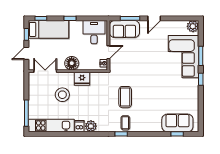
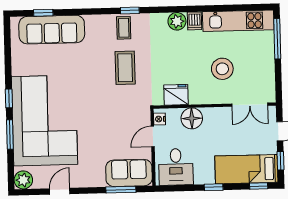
door: (154, 18) -> (60, 191), moved
corner sofa: (184, 57) -> (45, 120), width x1.36, depth x1.36
floor lamp: (72, 63) -> (192, 118), moved
fridge: (82, 79) -> (176, 95), moved
sofa: (177, 123) -> (52, 30), width x1.36

